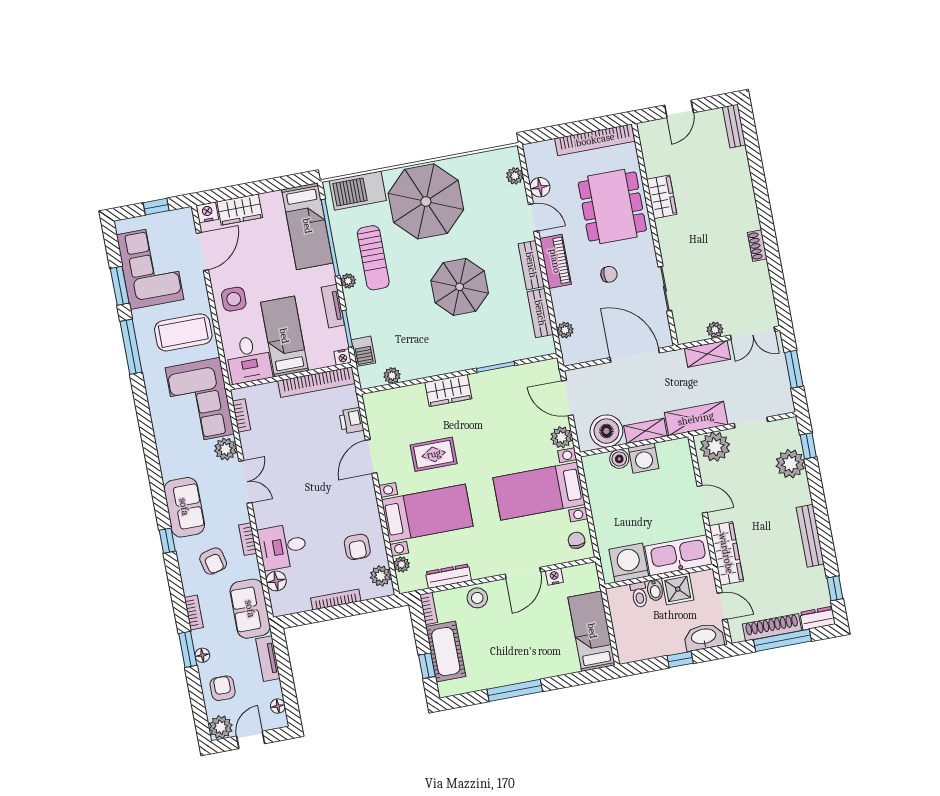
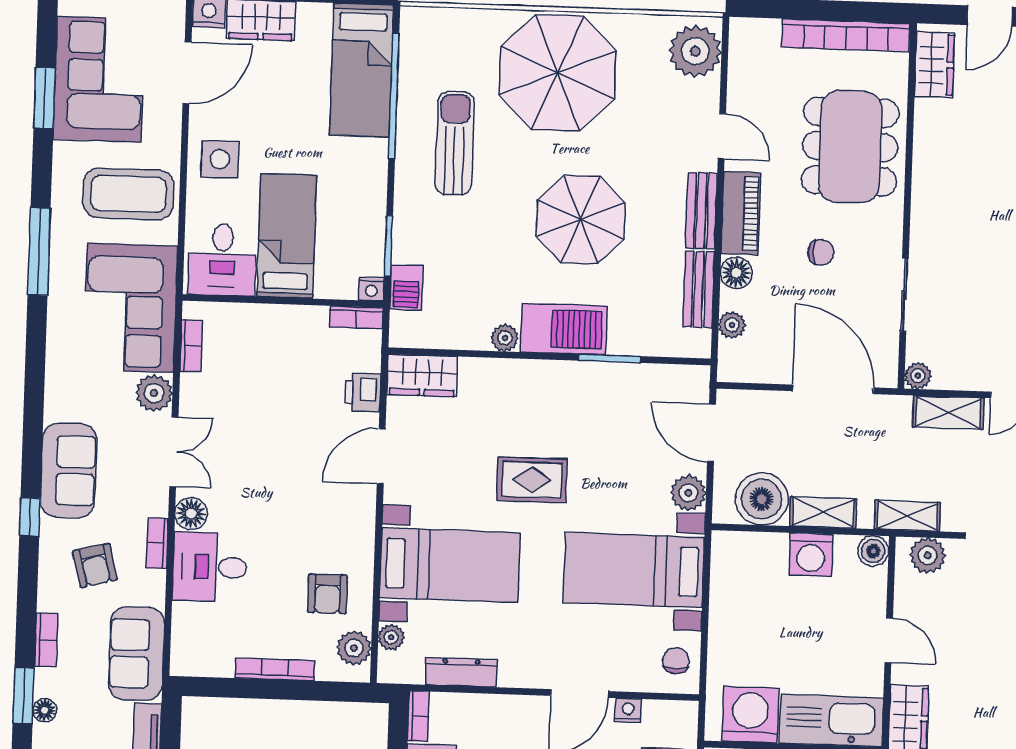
plant: (515, 176) -> (695, 51), width x1.88, depth x1.88
floor lamp: (540, 187) -> (736, 273), moved
barbecue: (358, 191) -> (564, 329), moved, turned 180
wardrobe: (662, 197) -> (934, 65), moved
sun lounger: (373, 258) -> (455, 143), turned 180
plant: (348, 281) -> (407, 171), removed
tv unit: (333, 306) -> (374, 205), removed
plant: (715, 330) -> (918, 376), moved
window: (131, 347) -> (39, 251), moved
plant: (392, 376) -> (505, 338), moved
bookcase: (317, 382) -> (356, 317), width x0.43, depth x0.76
wardrobe: (448, 390) -> (422, 375), moved
shelving: (696, 419) -> (907, 516), width x0.67, depth x0.75
plant: (715, 447) -> (928, 555), width x0.73, depth x0.73
rug: (434, 454) -> (532, 480), moved
boiler: (619, 459) -> (873, 551), moved
floor lamp: (276, 581) -> (191, 514), moved
stool: (477, 598) -> (499, 717), removed

